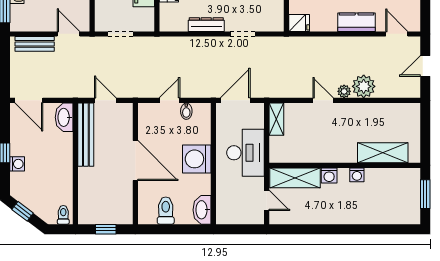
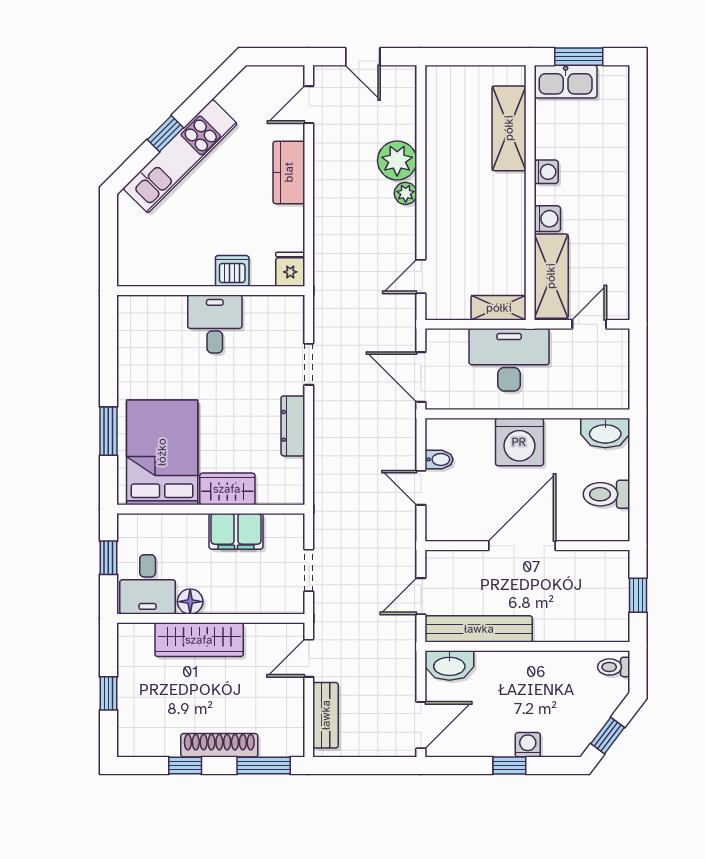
door: (323, 100) -> (421, 276), moved
shelving: (276, 119) -> (499, 308), moved
kitchen sink: (410, 186) -> (566, 82), added

